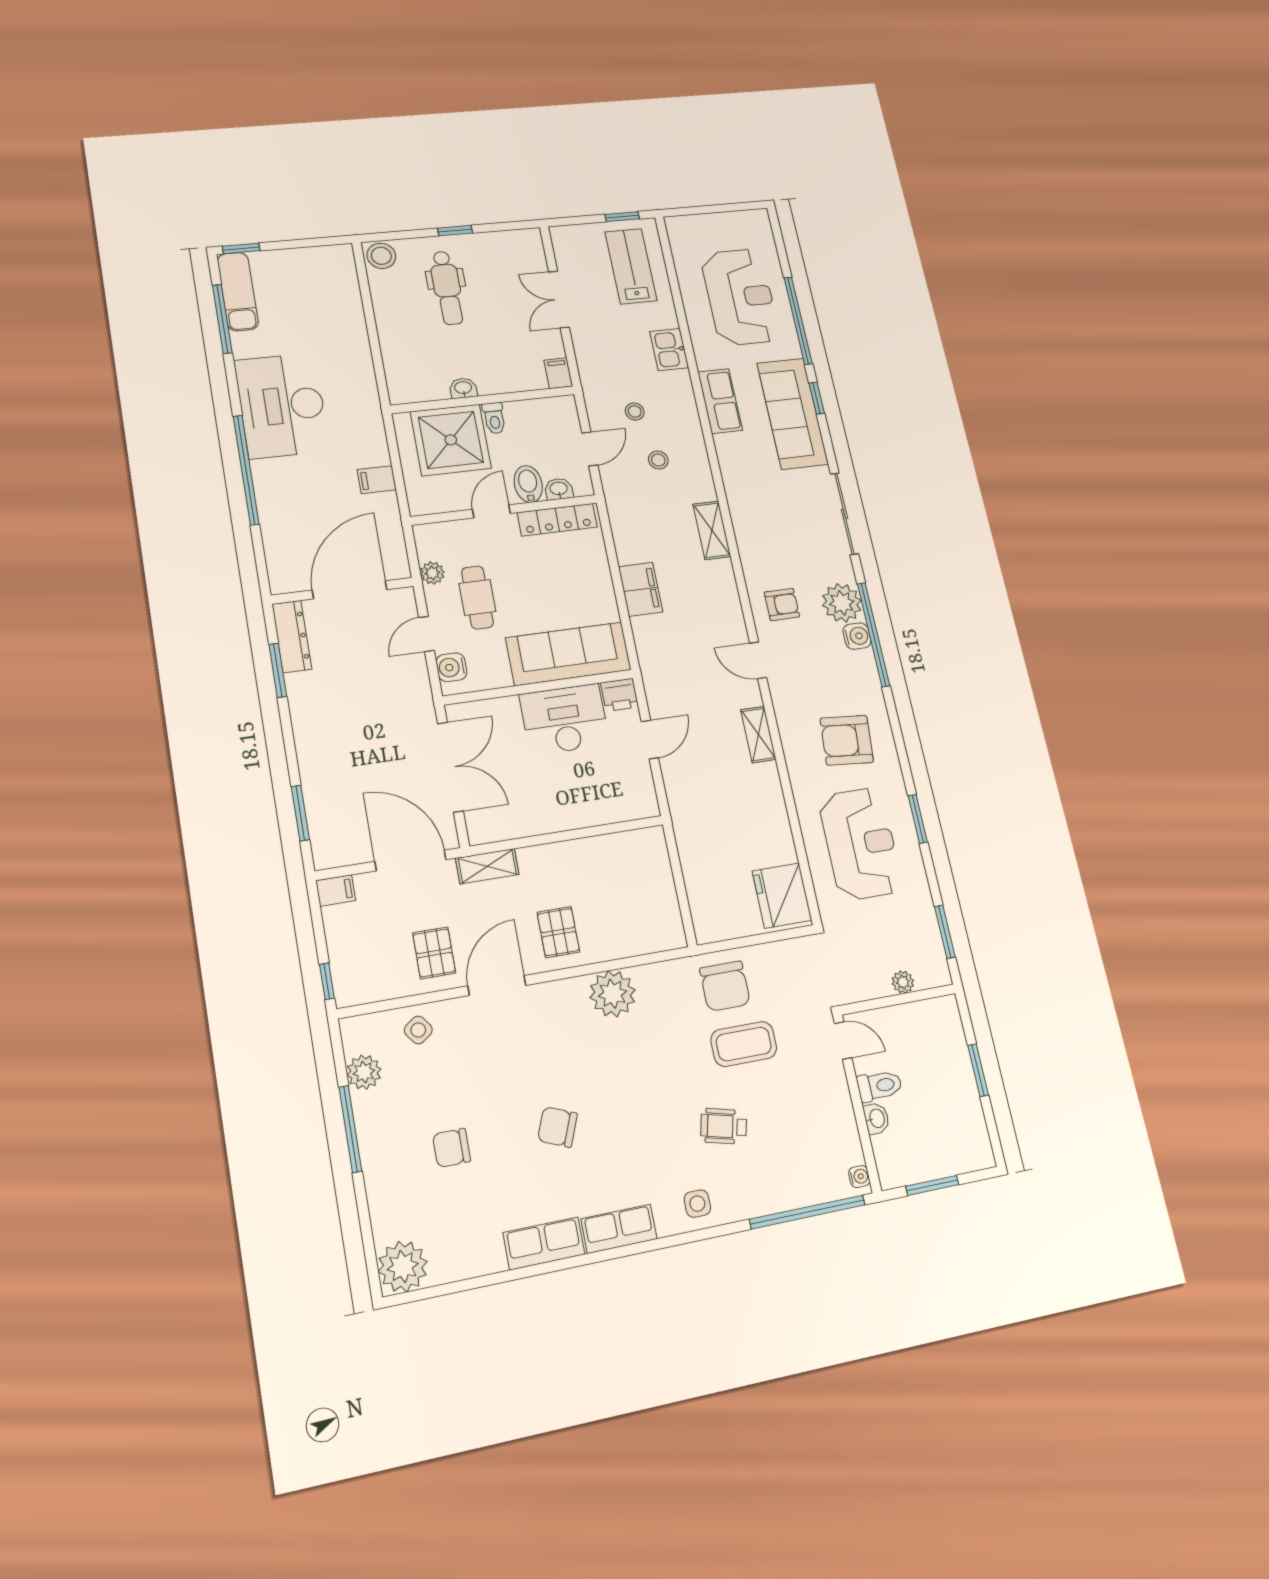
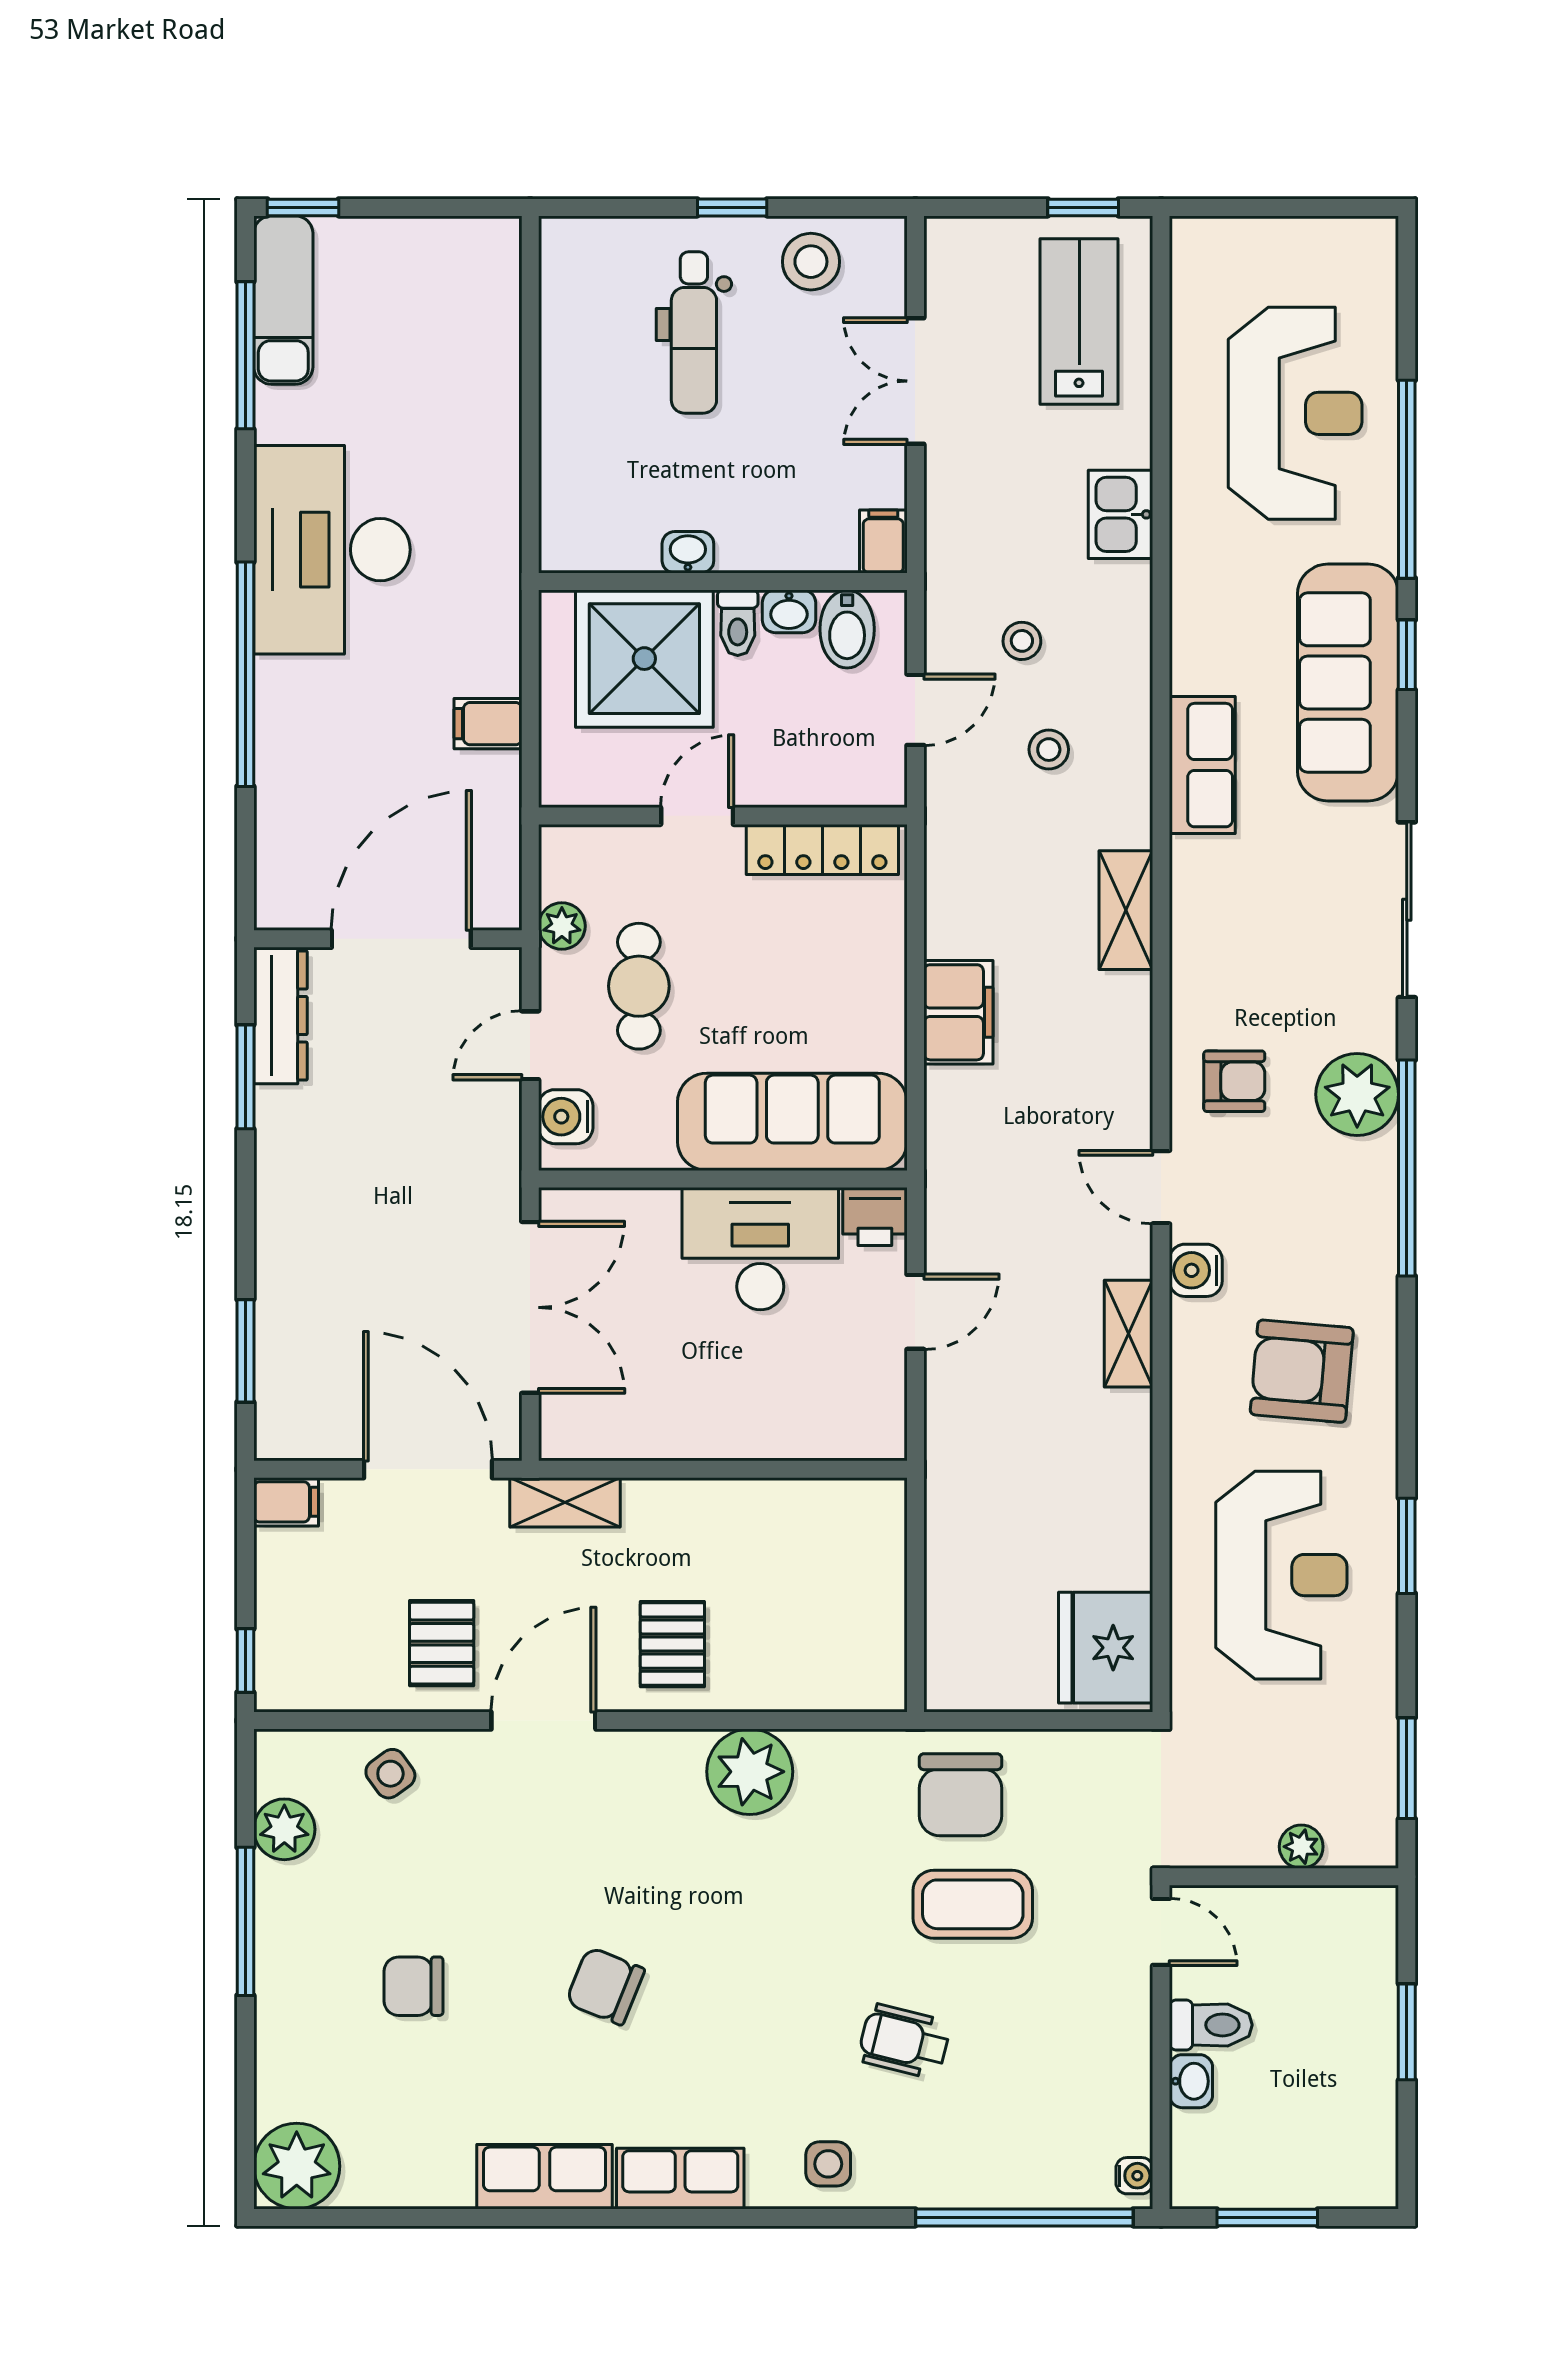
stool: (381, 256) -> (811, 262), moved
row of seats: (720, 401) -> (1202, 765), moved
bidet: (528, 484) -> (847, 629), moved, turned 180
washbasin: (559, 489) -> (789, 611), moved, turned 180
water cooler: (857, 636) -> (1196, 1270), moved, turned 180

